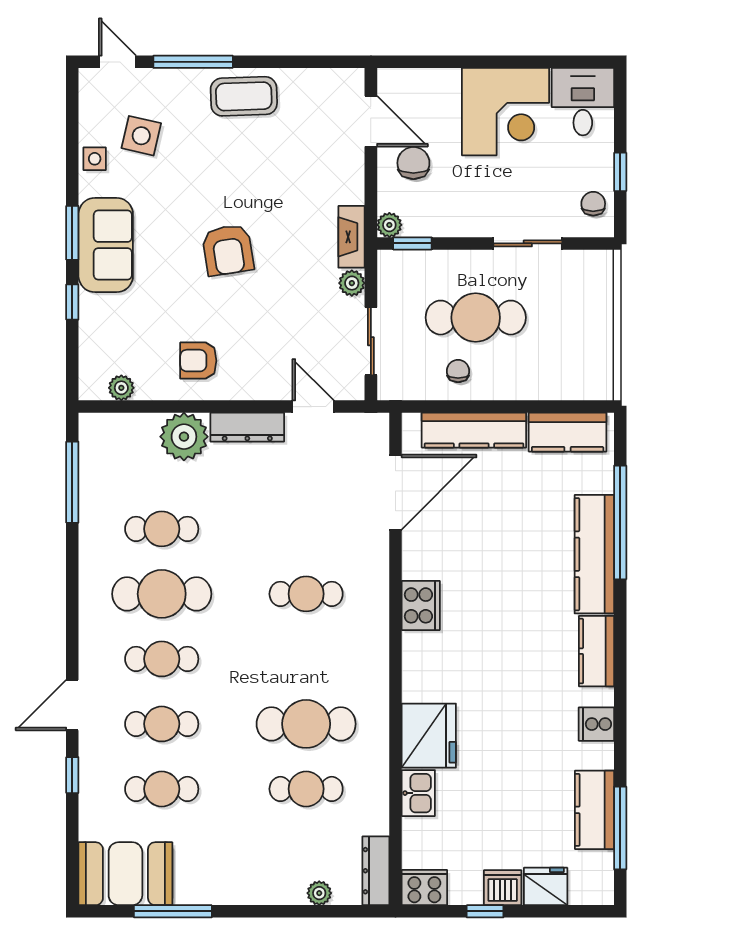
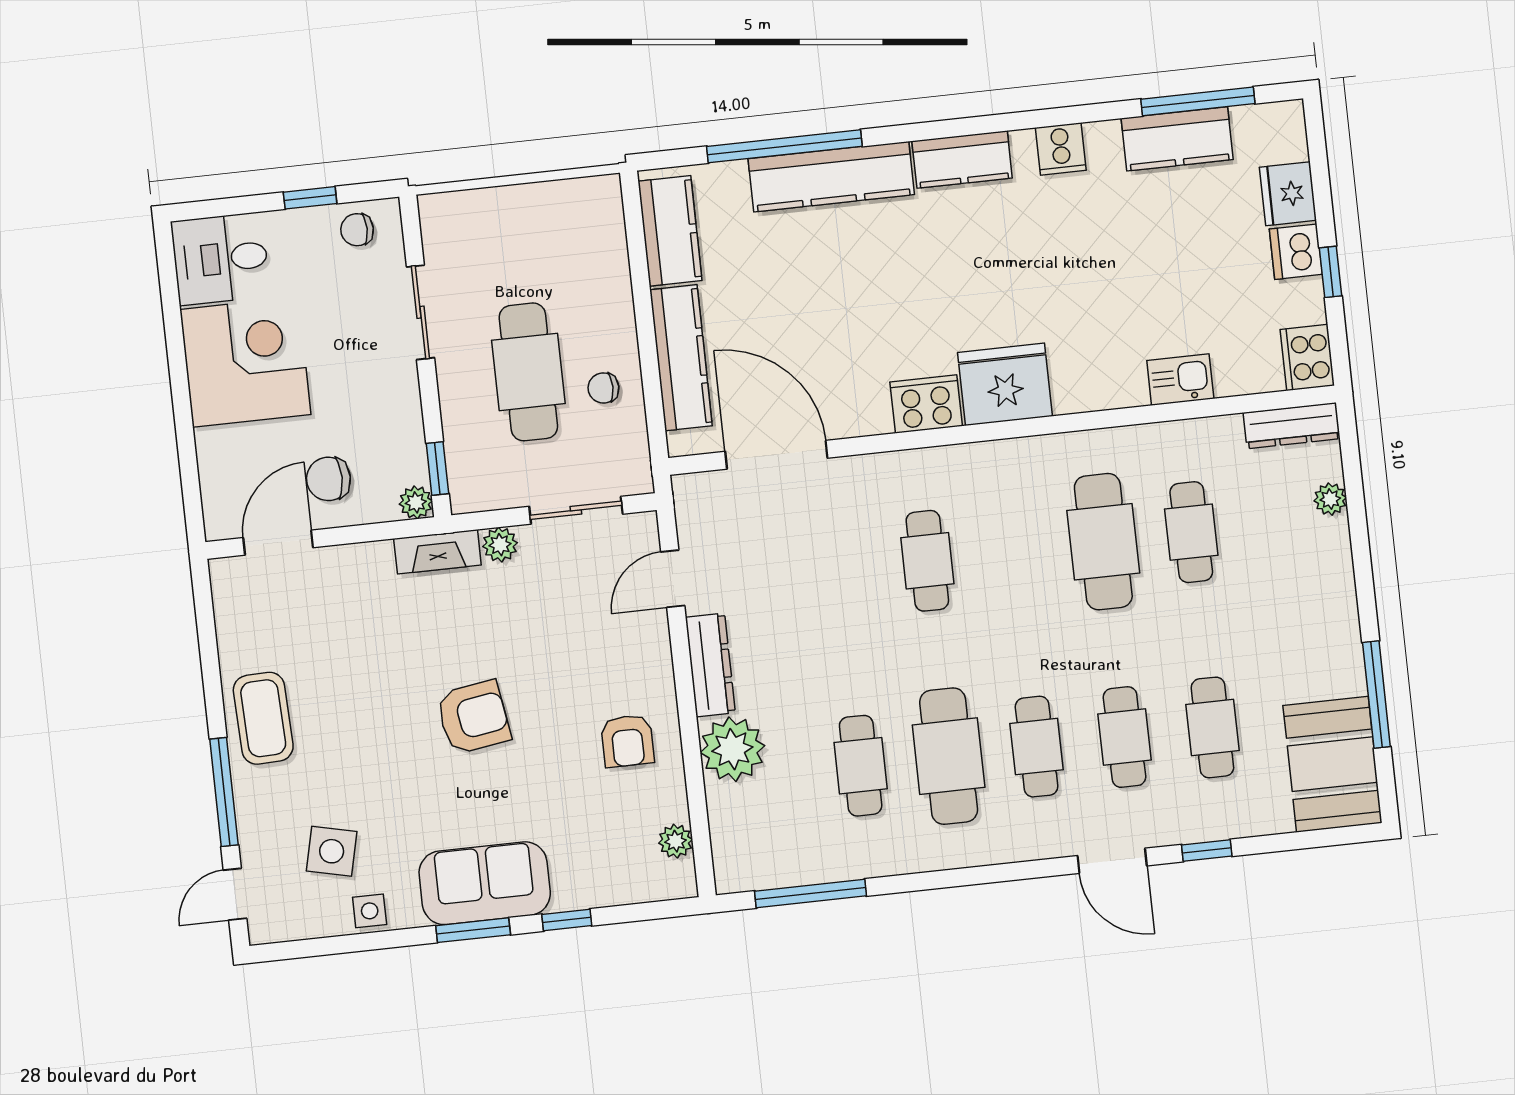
fridge: (429, 736) -> (1005, 384), moved

